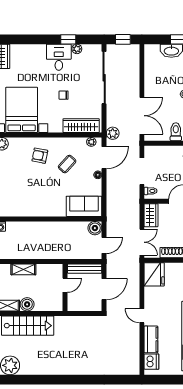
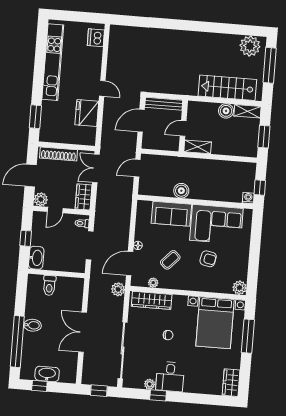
double door: (142, 116) -> (83, 332), moved
plant: (91, 142) -> (153, 283), moved
armchair: (40, 156) -> (208, 259), moved
corner sofa: (28, 200) -> (216, 224), added
sofa: (84, 206) -> (171, 214), moved
boiler: (95, 228) -> (181, 191), moved
shelving: (23, 269) -> (198, 147), moved
bench: (85, 269) -> (164, 104), moved
fridge: (154, 274) -> (87, 113), moved
kitchen counter: (151, 339) -> (94, 62), removed

